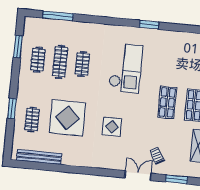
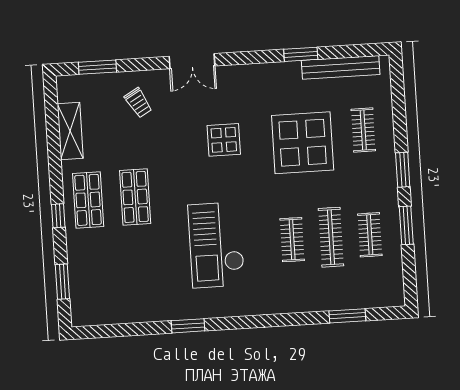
window: (58, 16) -> (347, 316), width x0.69
window: (18, 46) -> (406, 225), moved
window: (12, 108) -> (403, 170), moved
window: (61, 168) -> (301, 54), added
double door: (138, 176) -> (192, 61), moved

